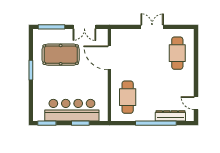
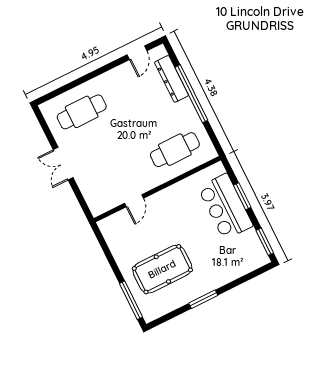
double door: (84, 27) -> (109, 256), removed
pool table: (61, 55) -> (162, 269), turned 90
door: (109, 58) -> (134, 201), width x0.53
bar counter: (72, 110) -> (225, 207), width x0.73

